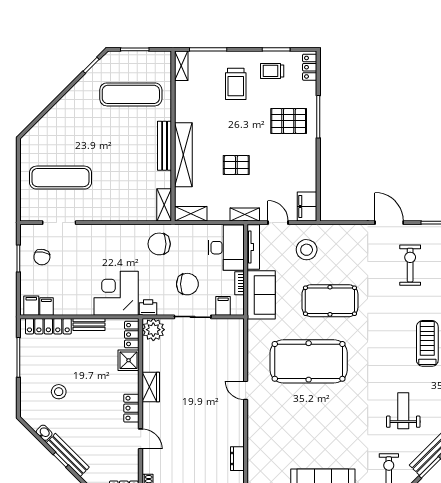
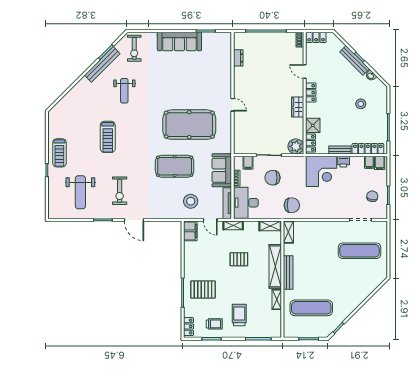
shelving: (181, 66) -> (277, 300), moved
printer: (148, 307) -> (343, 162), moved

